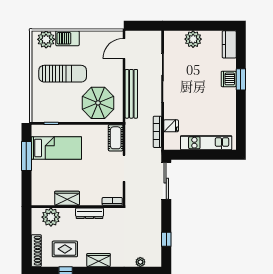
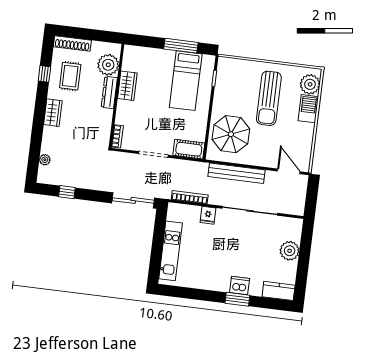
fridge: (171, 126) -> (208, 215), moved
dresser: (90, 213) -> (109, 93), moved

